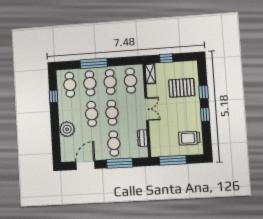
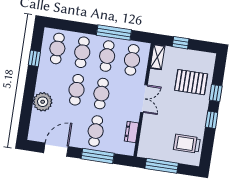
window: (94, 63) -> (114, 32), moved

